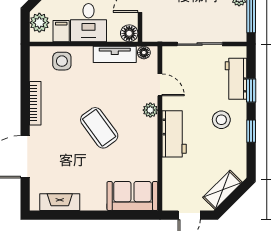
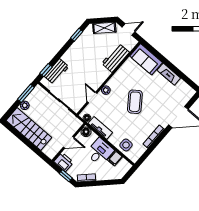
plant: (39, 23) -> (121, 170), removed
window: (251, 91) -> (46, 70), moved
stool: (221, 120) -> (78, 59), removed
window: (251, 131) -> (77, 35), moved
workbench: (174, 134) -> (116, 58), moved
fireplace: (60, 202) -> (169, 74), moved

